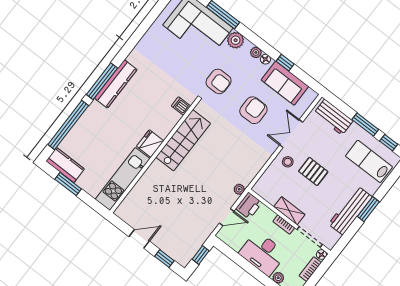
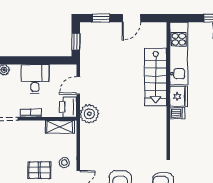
dishwasher: (181, 106) -> (177, 113), moved
stairs: (183, 140) -> (156, 77), moved
plant: (239, 189) -> (89, 114), width x1.88, depth x1.88
shelving: (289, 211) -> (60, 127), moved
desk: (263, 253) -> (35, 79), width x0.73

